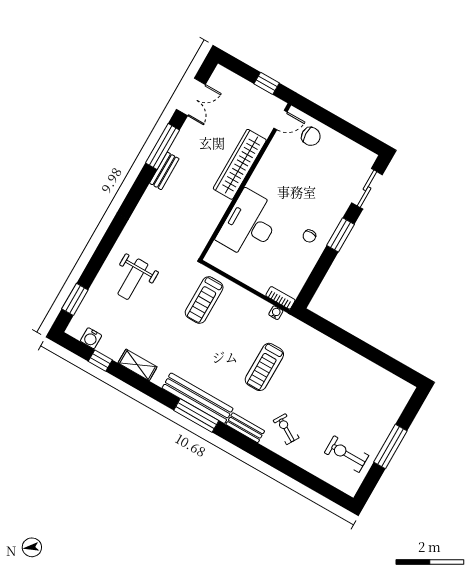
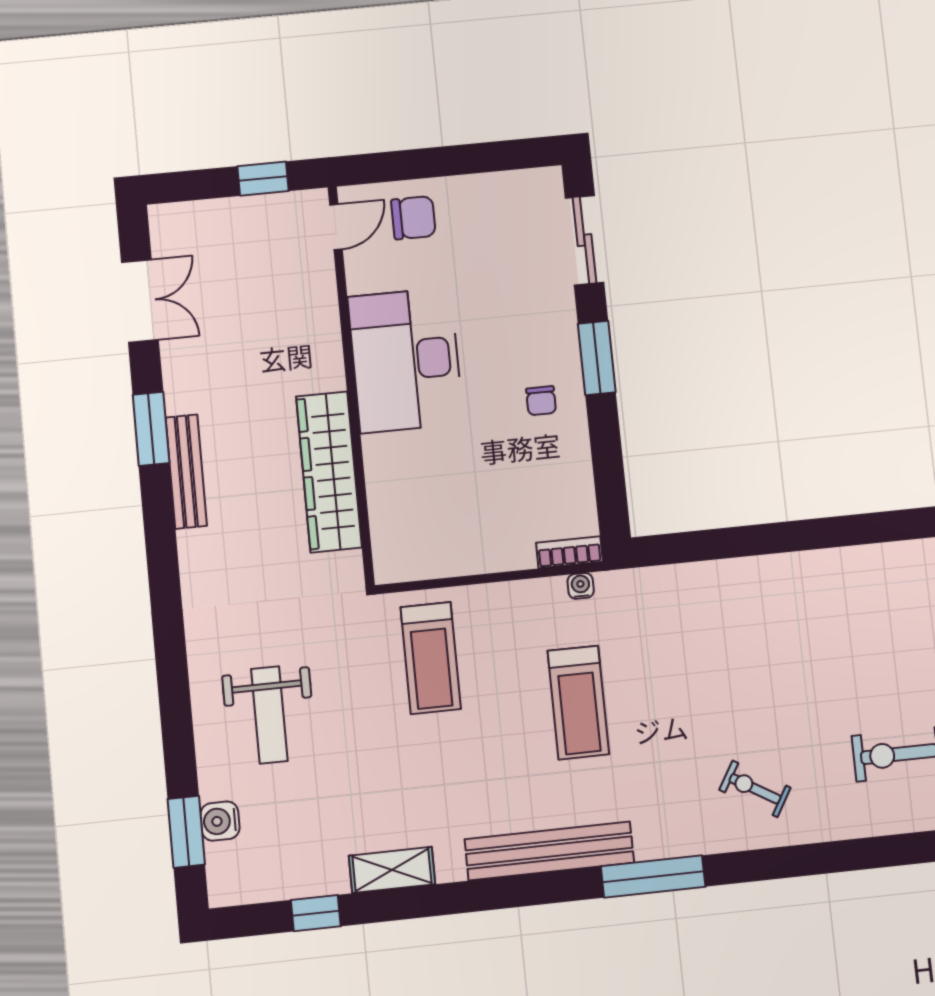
window: (163, 146) -> (151, 429), width x0.69
wardrobe: (240, 164) -> (329, 472), moved
bench: (164, 171) -> (186, 472), width x1.36
desk: (249, 225) -> (406, 360), moved
water cooler: (91, 338) -> (220, 821), moved, turned 90
treadmill: (264, 367) -> (578, 702), moved
window: (196, 416) -> (653, 877), moved
bench: (245, 428) -> (678, 842), removed

